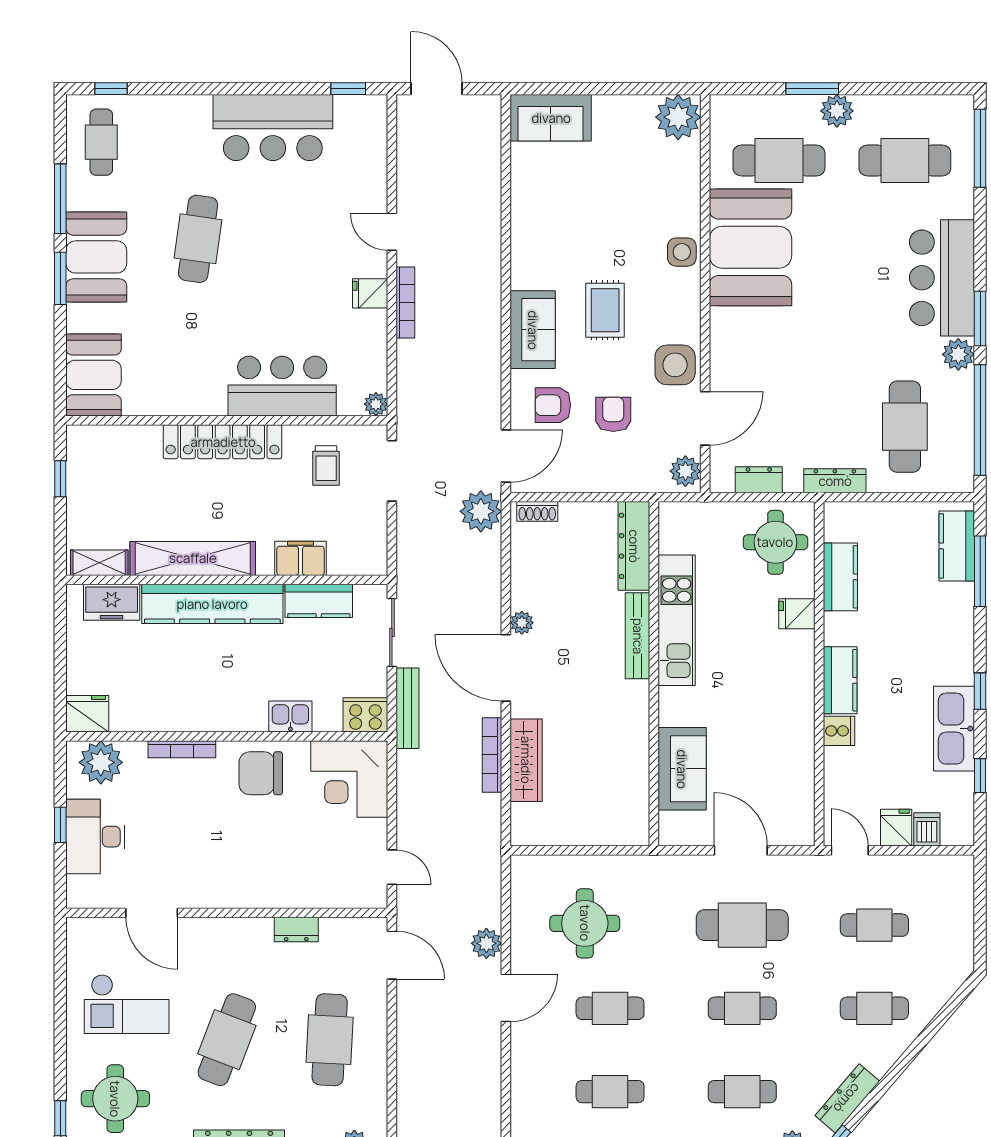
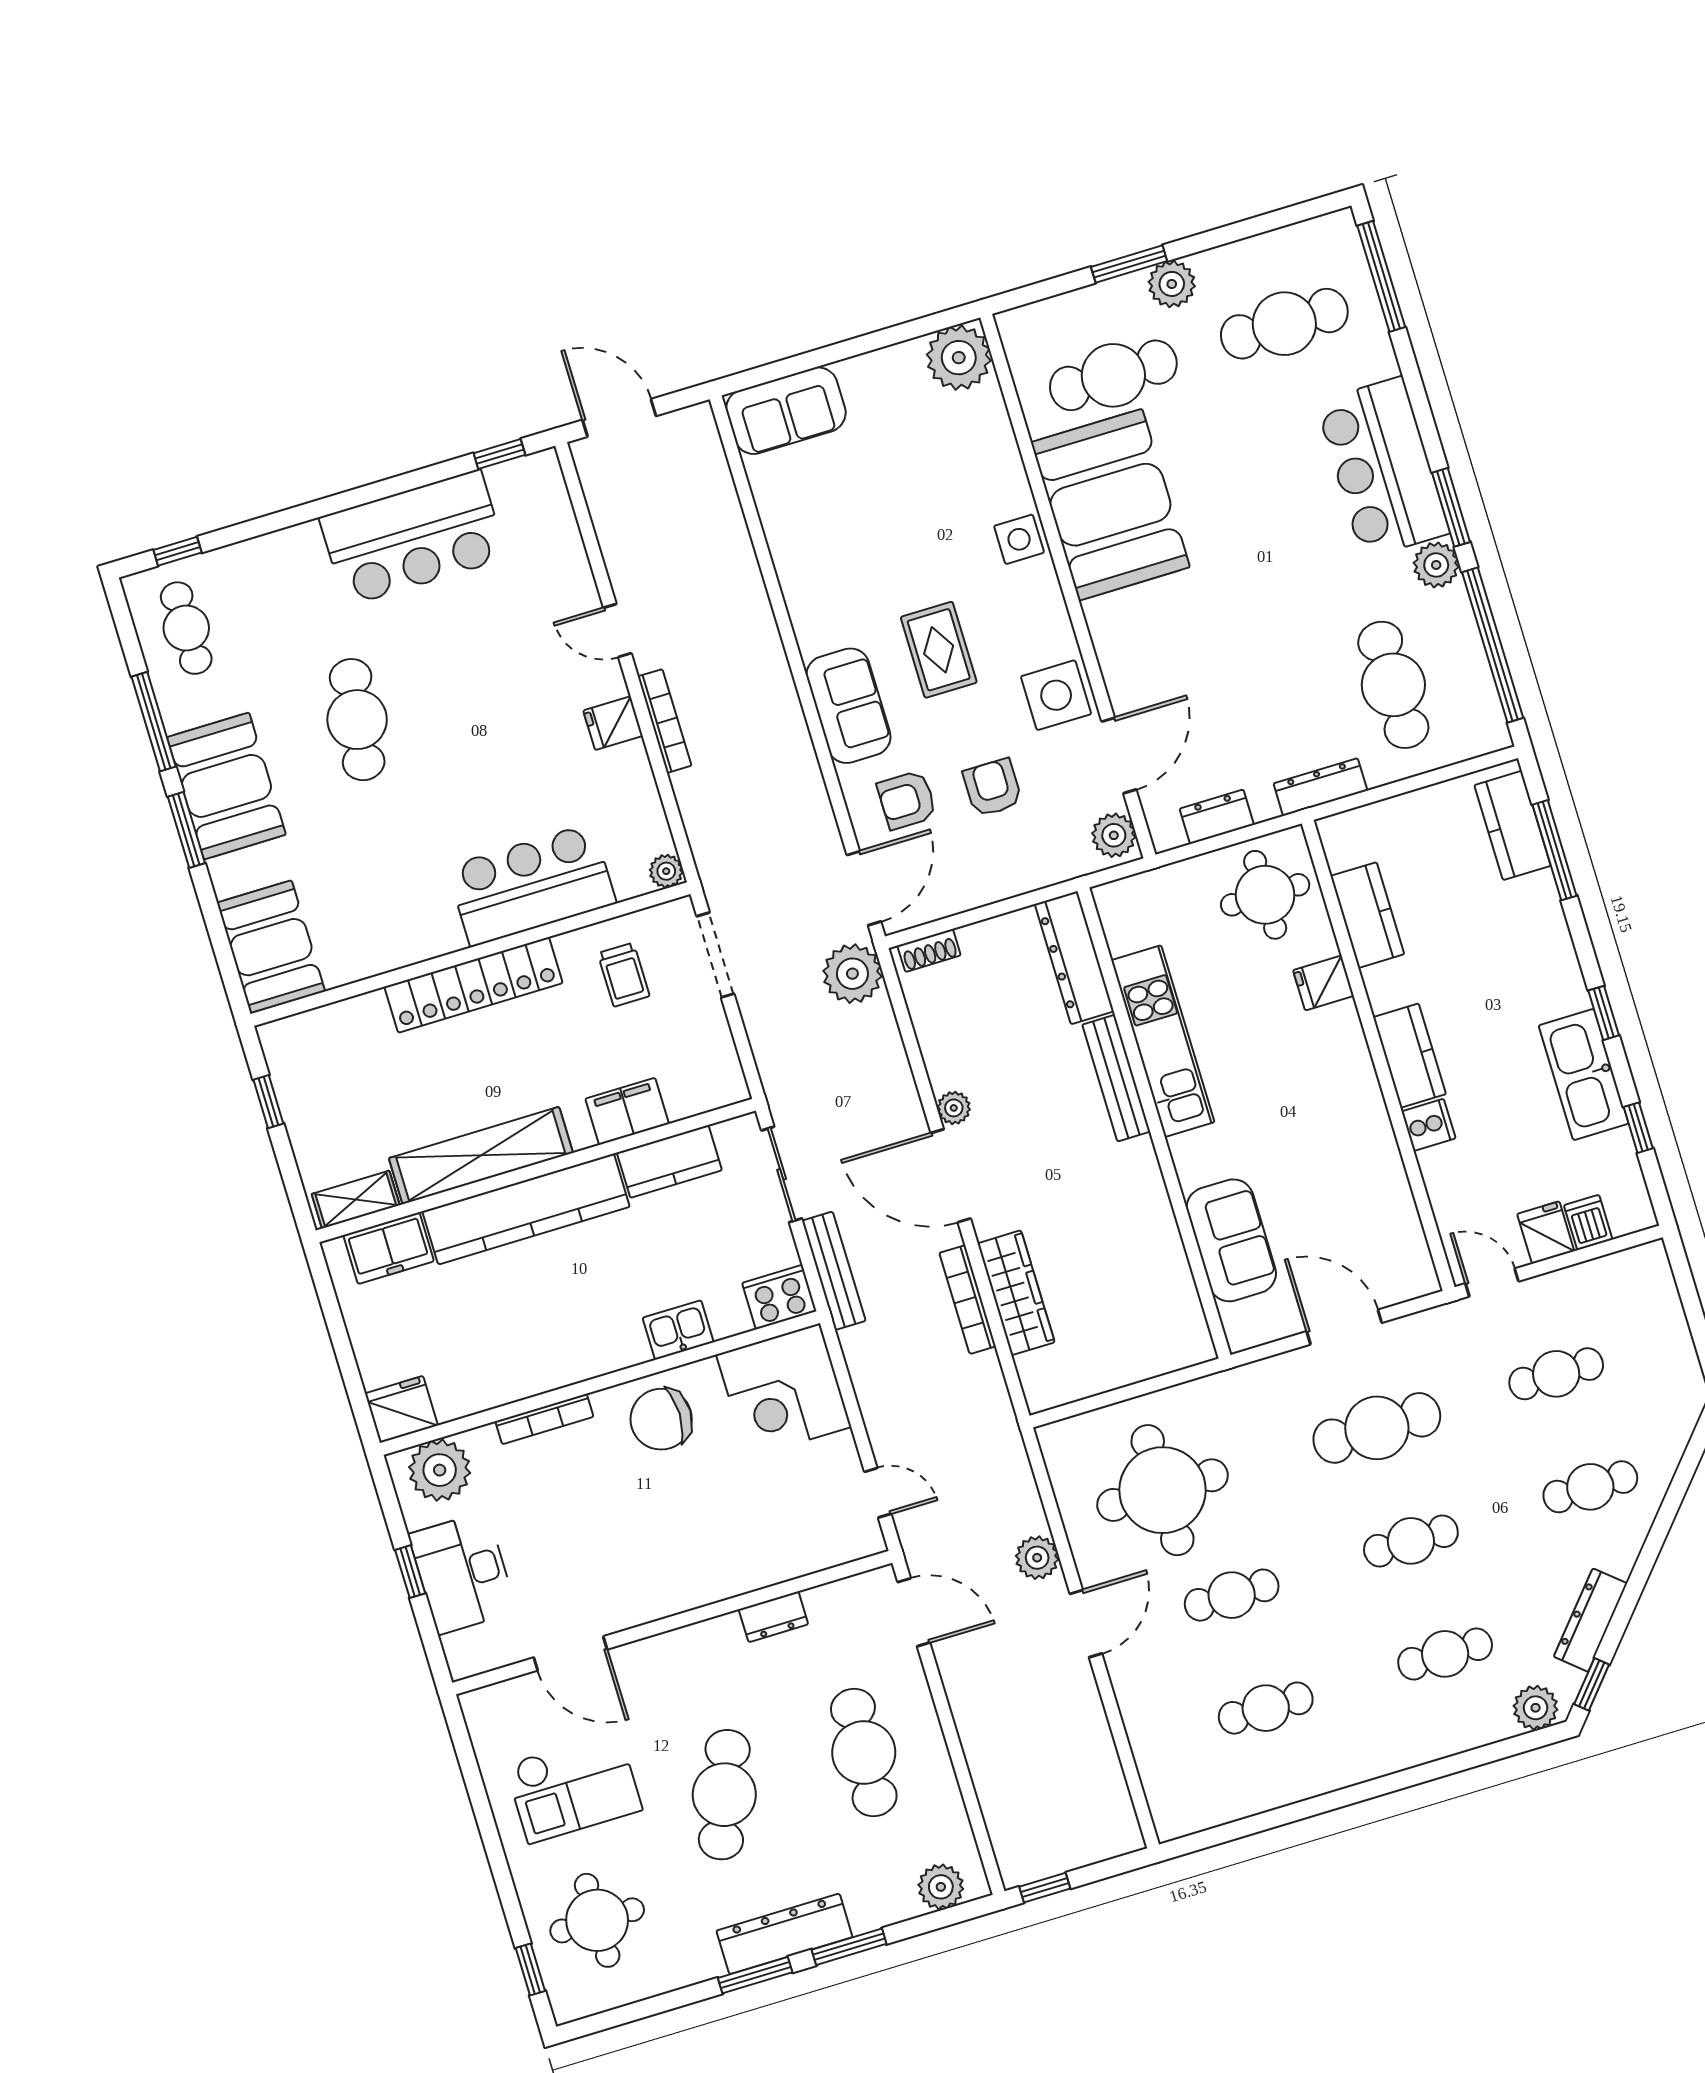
round table: (585, 923) -> (1163, 1490), width x1.36, depth x1.36

